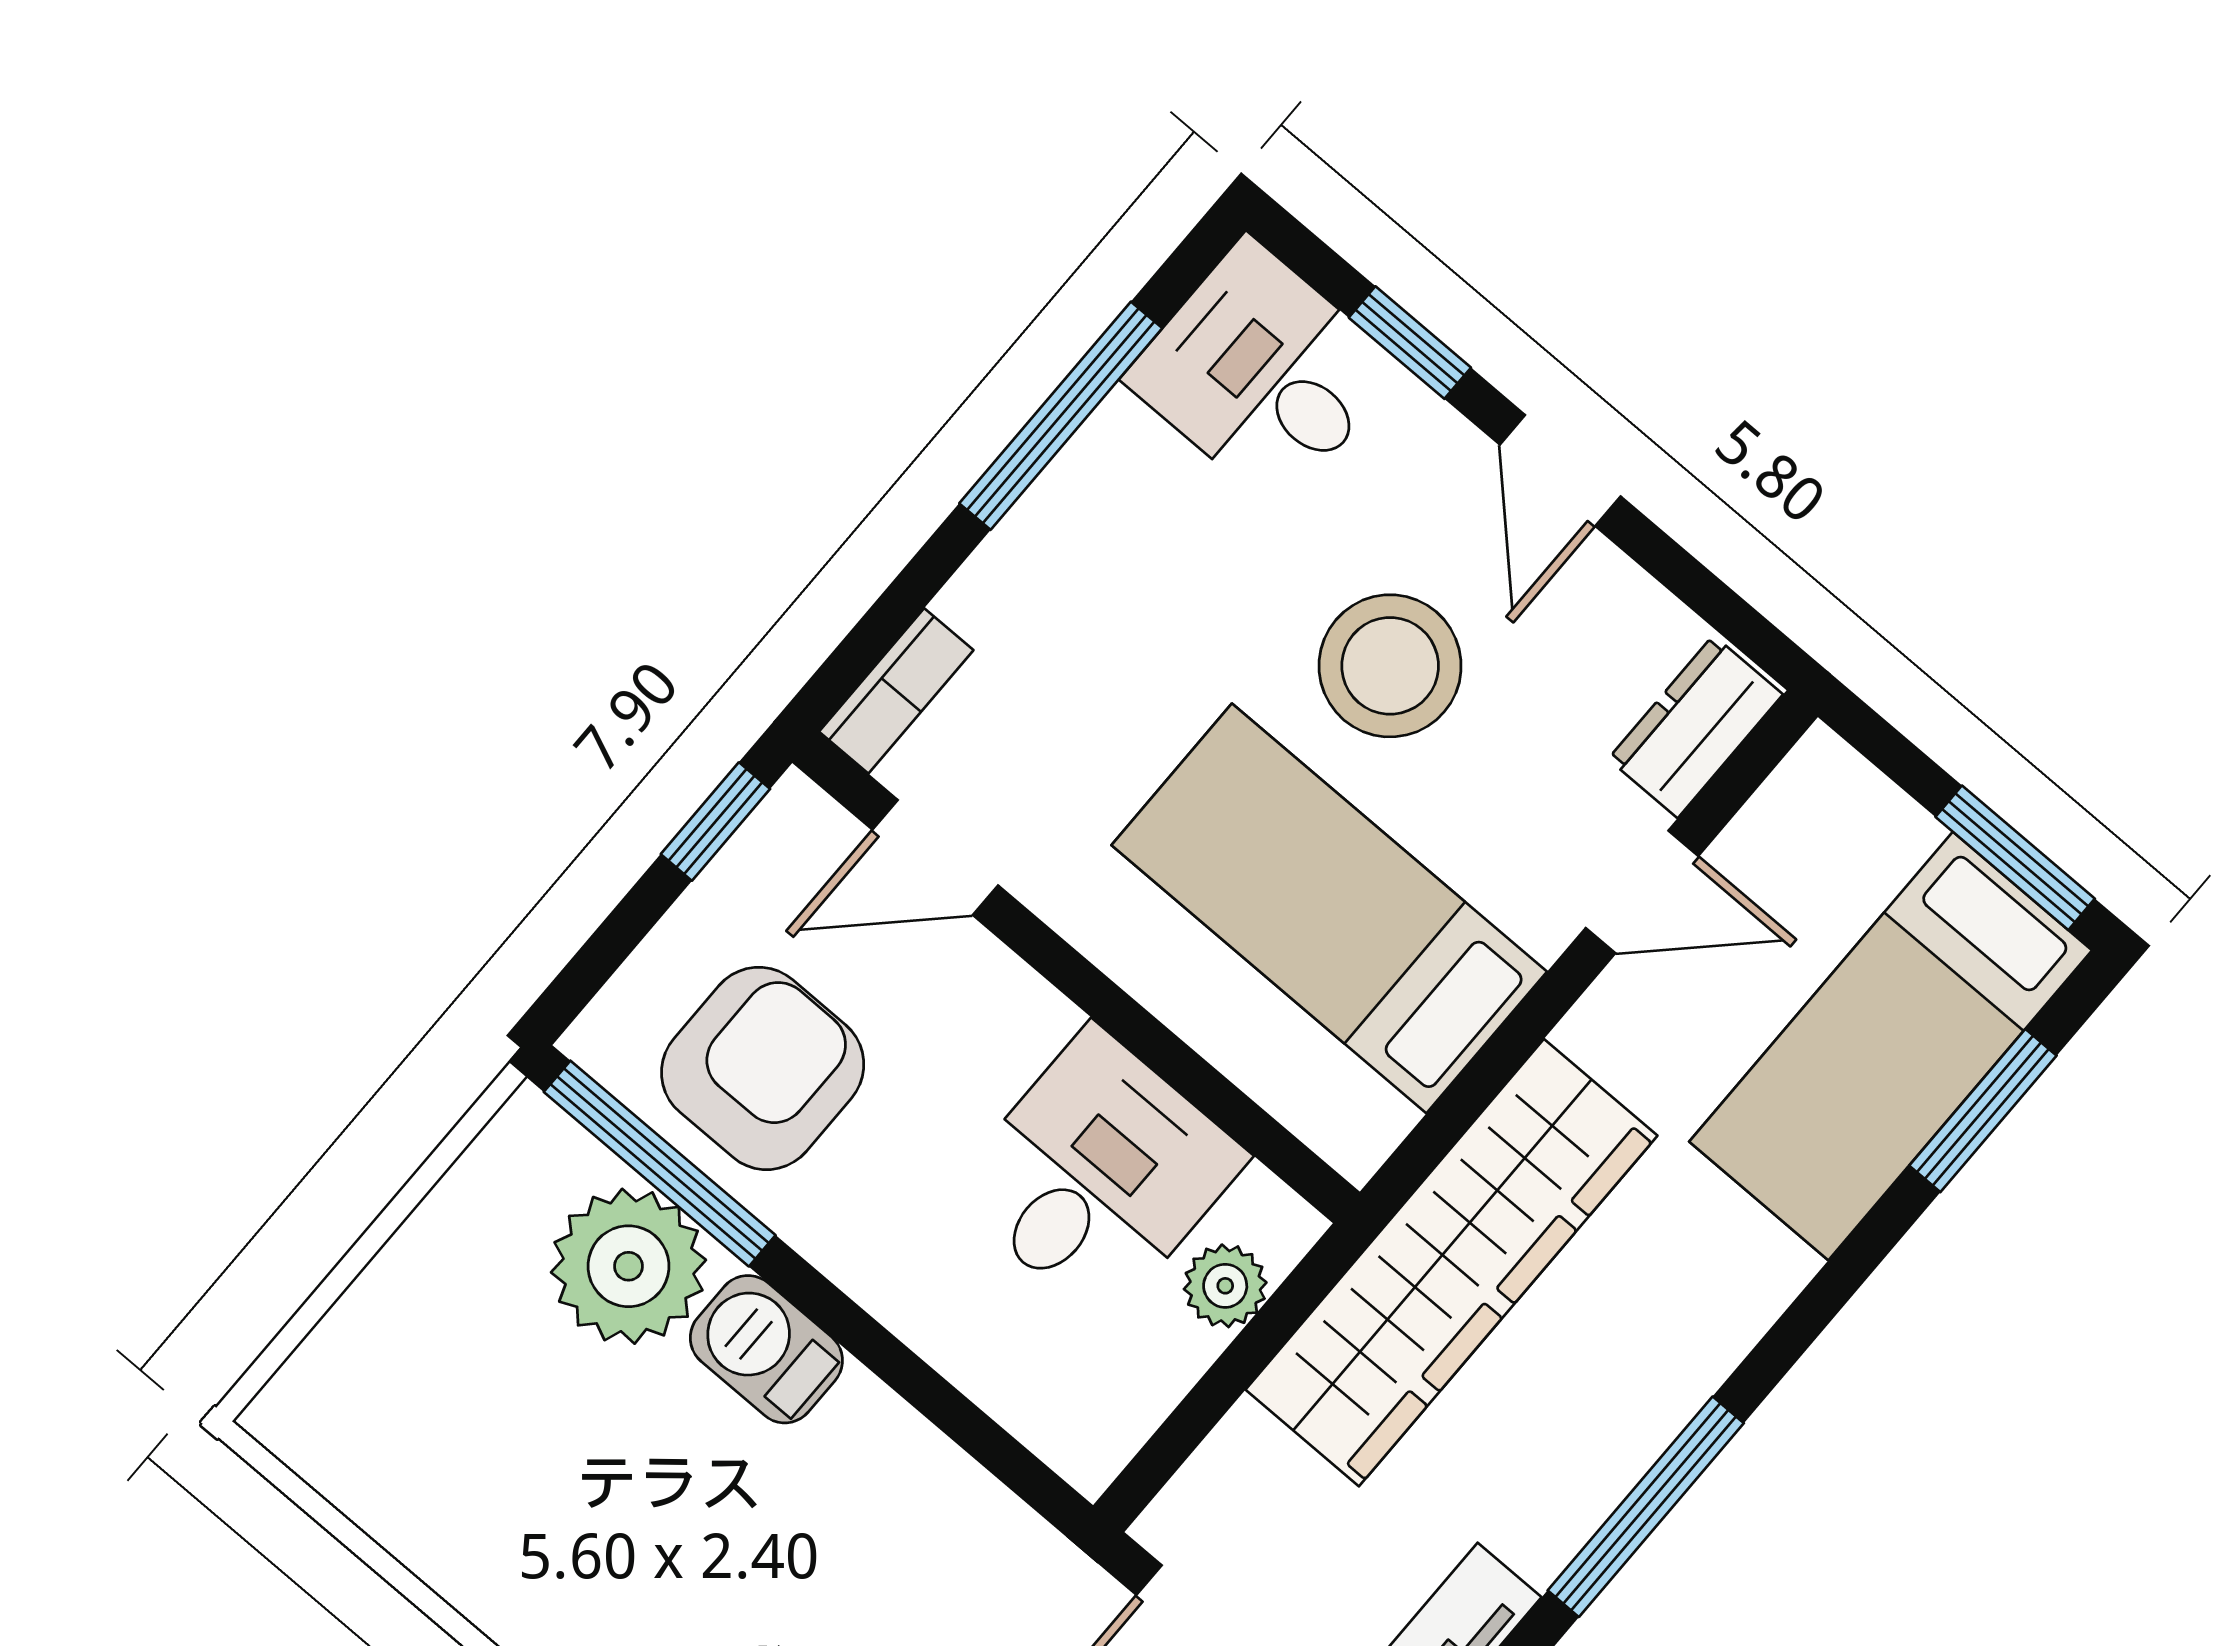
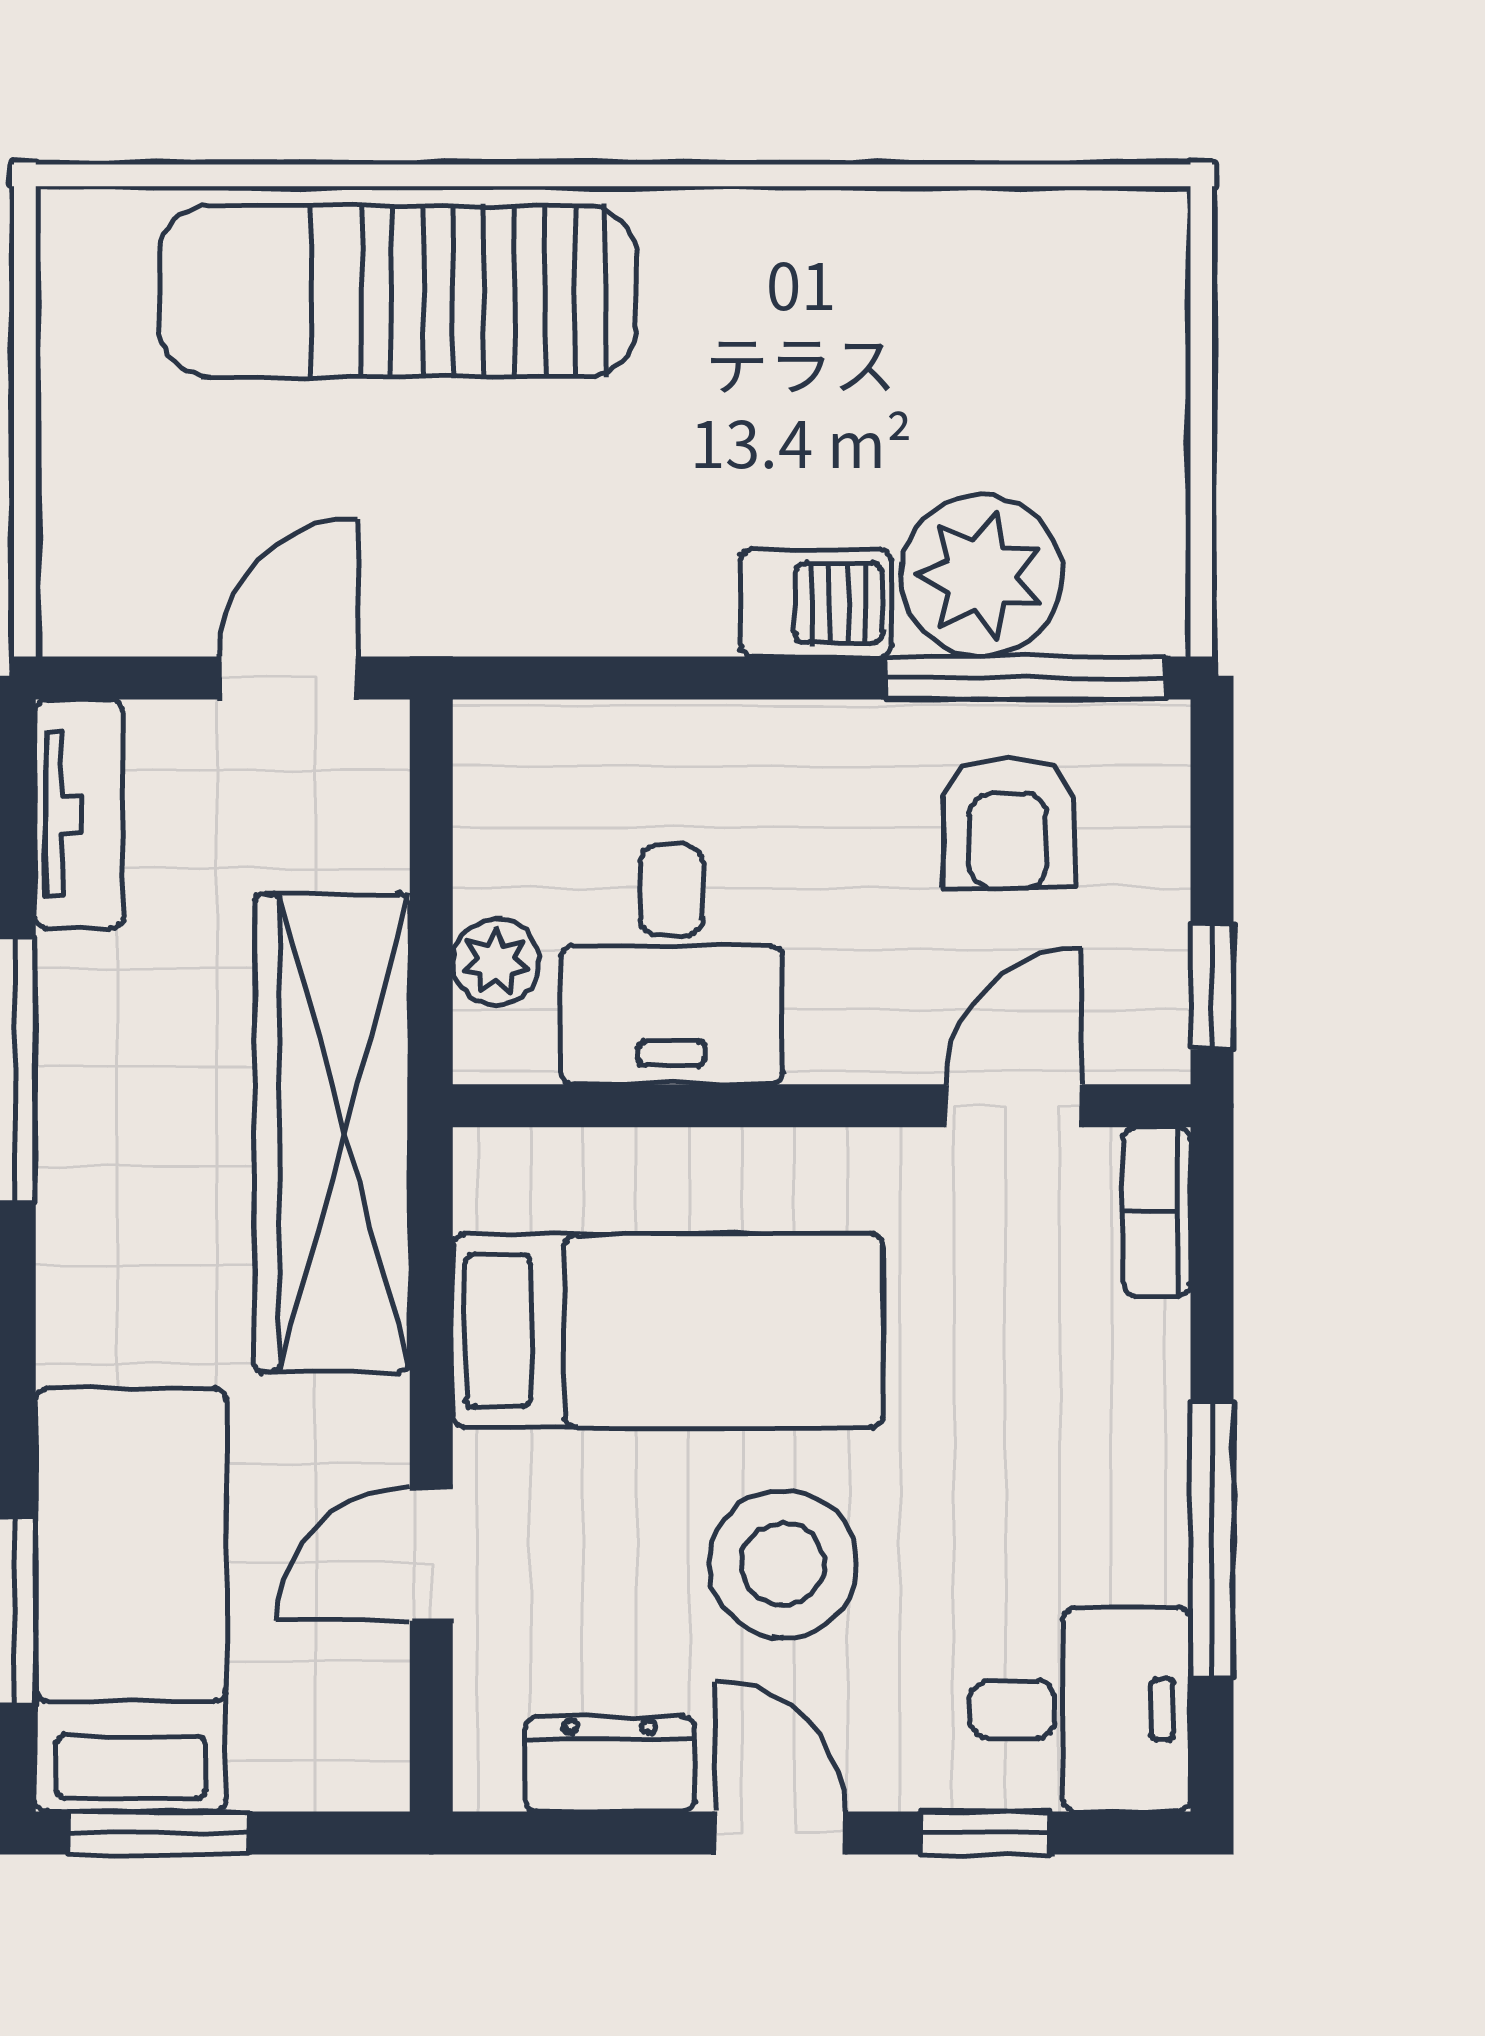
dresser: (1695, 727) -> (609, 1764), moved, turned -90
armchair: (763, 1068) -> (1008, 823), width x0.72, depth x0.72

